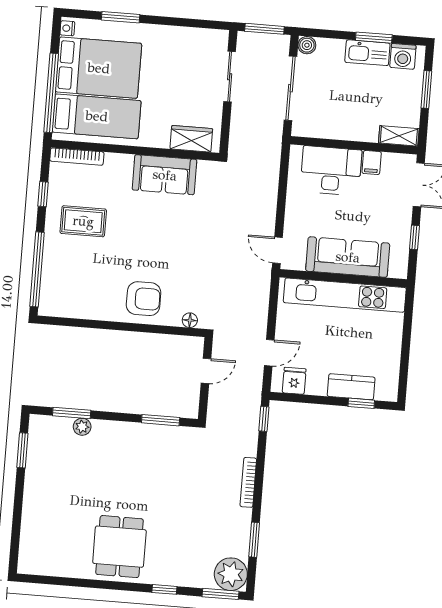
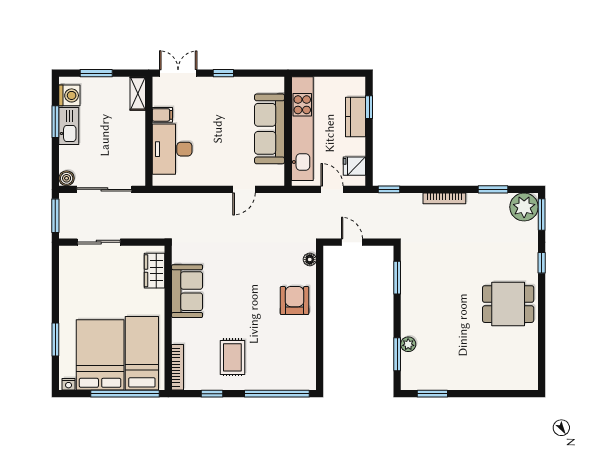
sofa: (348, 257) -> (270, 129), moved
wall: (343, 278) -> (288, 131), moved
kitchen unit: (345, 295) -> (302, 129), moved

